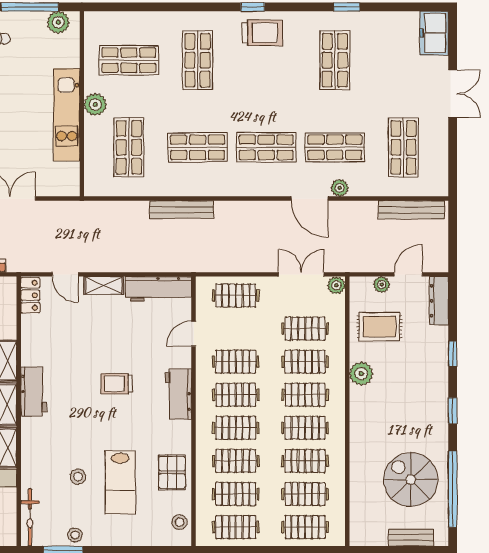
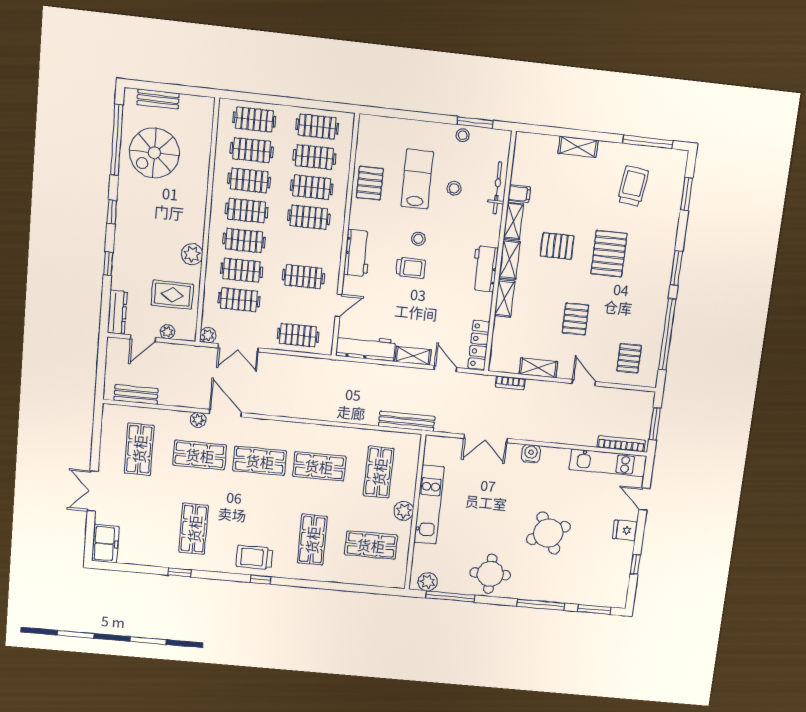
bench: (182, 210) -> (407, 421), moved
bench: (412, 210) -> (136, 395), width x0.73
locker: (30, 295) -> (479, 345), width x1.53
clothes rail: (236, 395) -> (306, 247), removed
spiral stairs: (411, 480) -> (154, 153), turned 90
bicycle: (30, 517) -> (497, 188), moved
stool: (180, 522) -> (418, 239), moved

